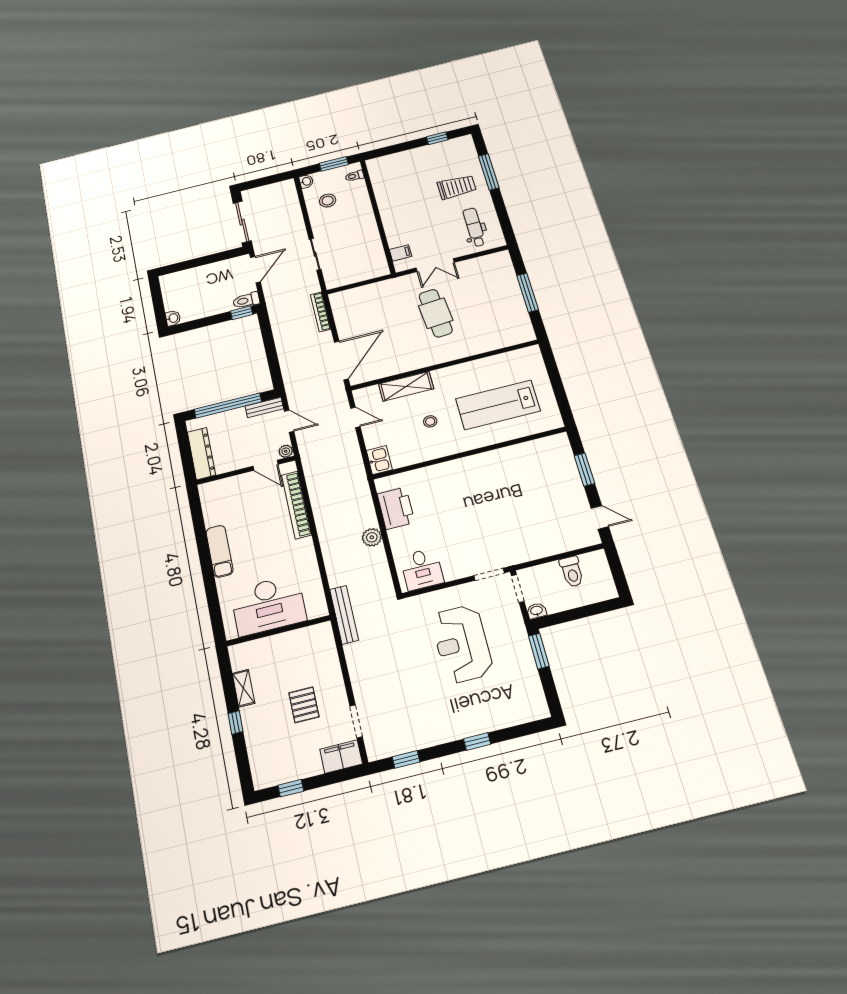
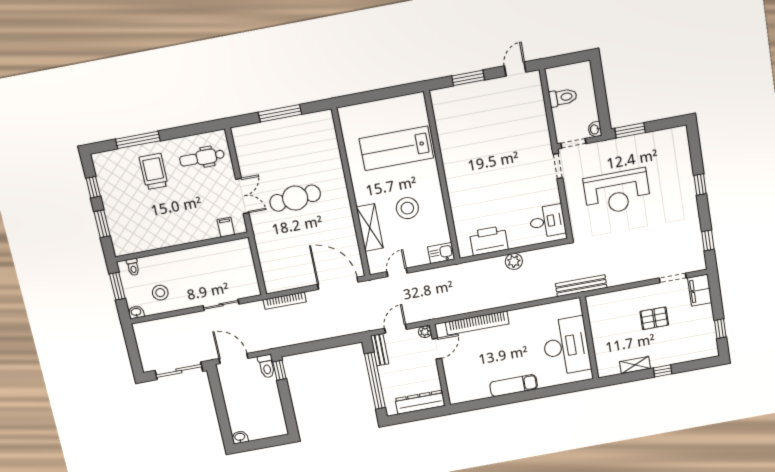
window: (399, 148) -> (102, 224), added
washbasin: (173, 318) -> (240, 437), moved
lab bench: (498, 405) -> (396, 148), turned 90
stool: (430, 421) -> (407, 208), width x1.89, depth x1.89

